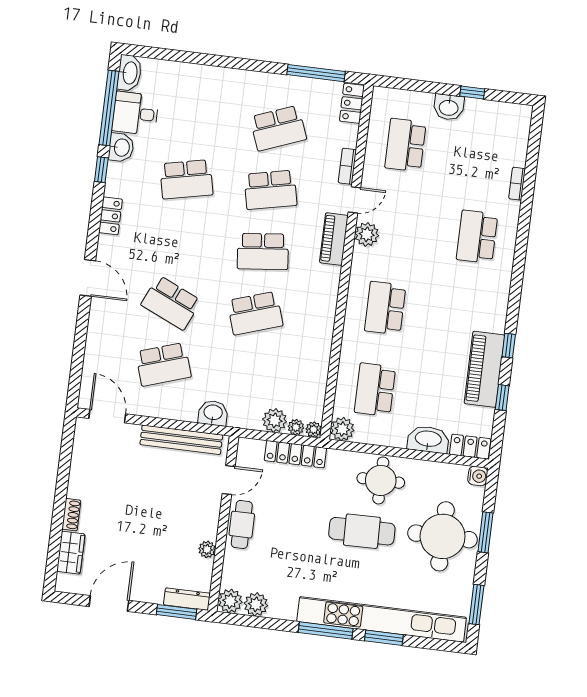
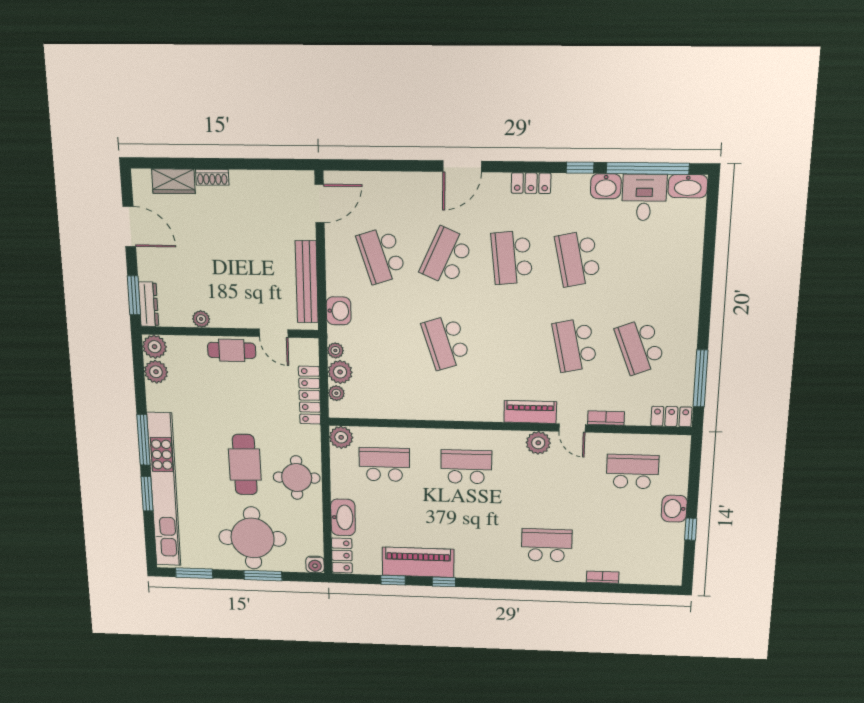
school desk: (263, 251) -> (512, 258), moved
plant: (314, 429) -> (335, 350), moved

